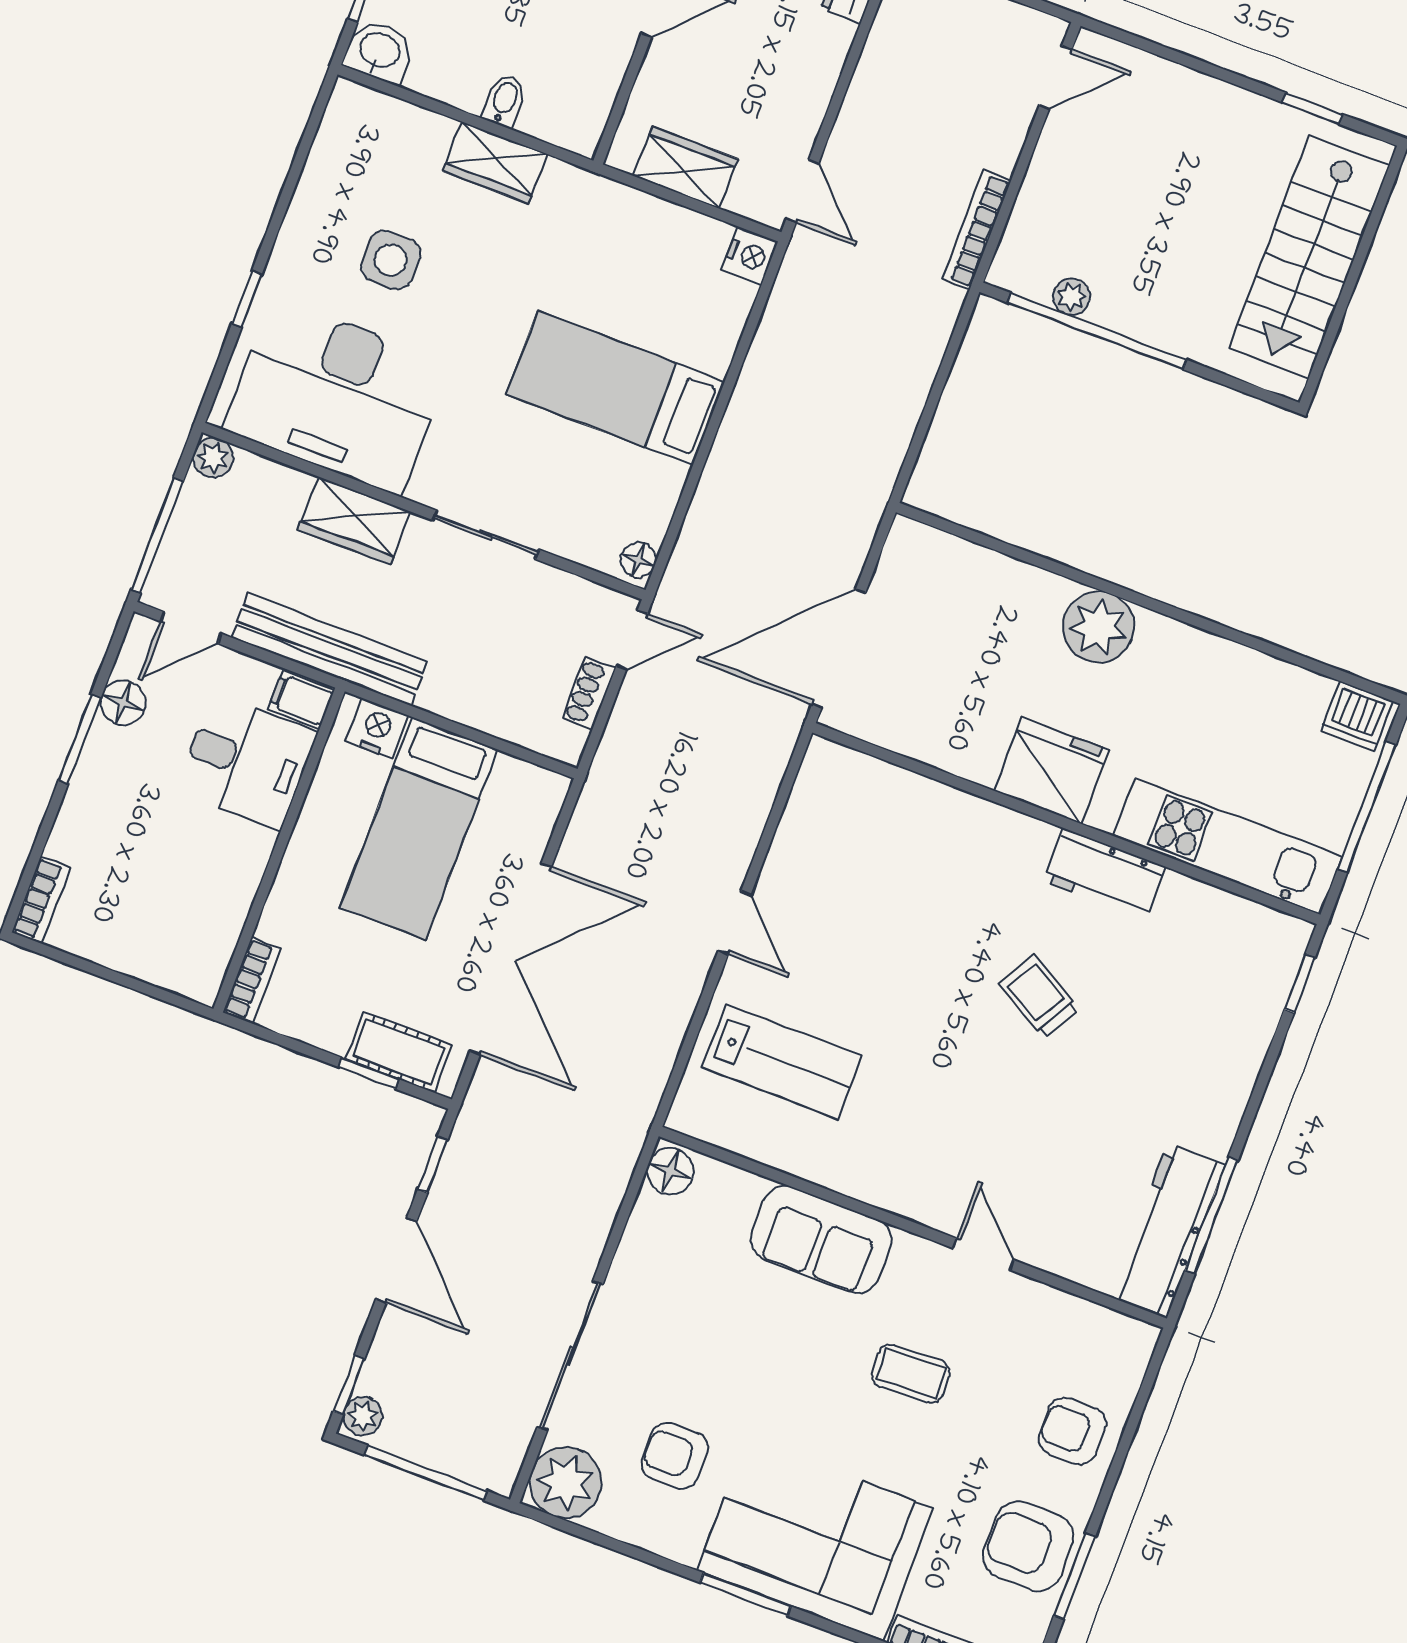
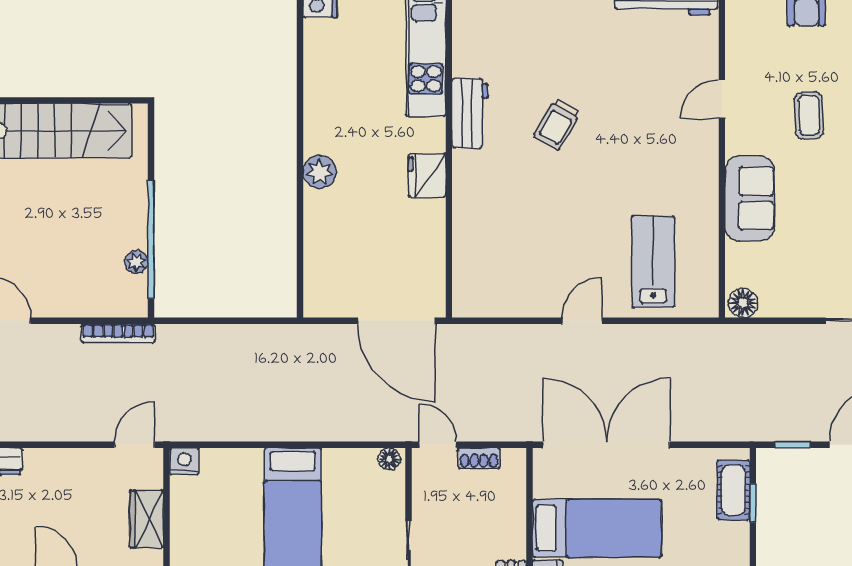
plant: (1098, 627) -> (320, 172), width x0.73, depth x0.73
fridge: (1051, 770) -> (427, 175), width x0.73, depth x0.75
double door: (511, 959) -> (607, 445), moved

